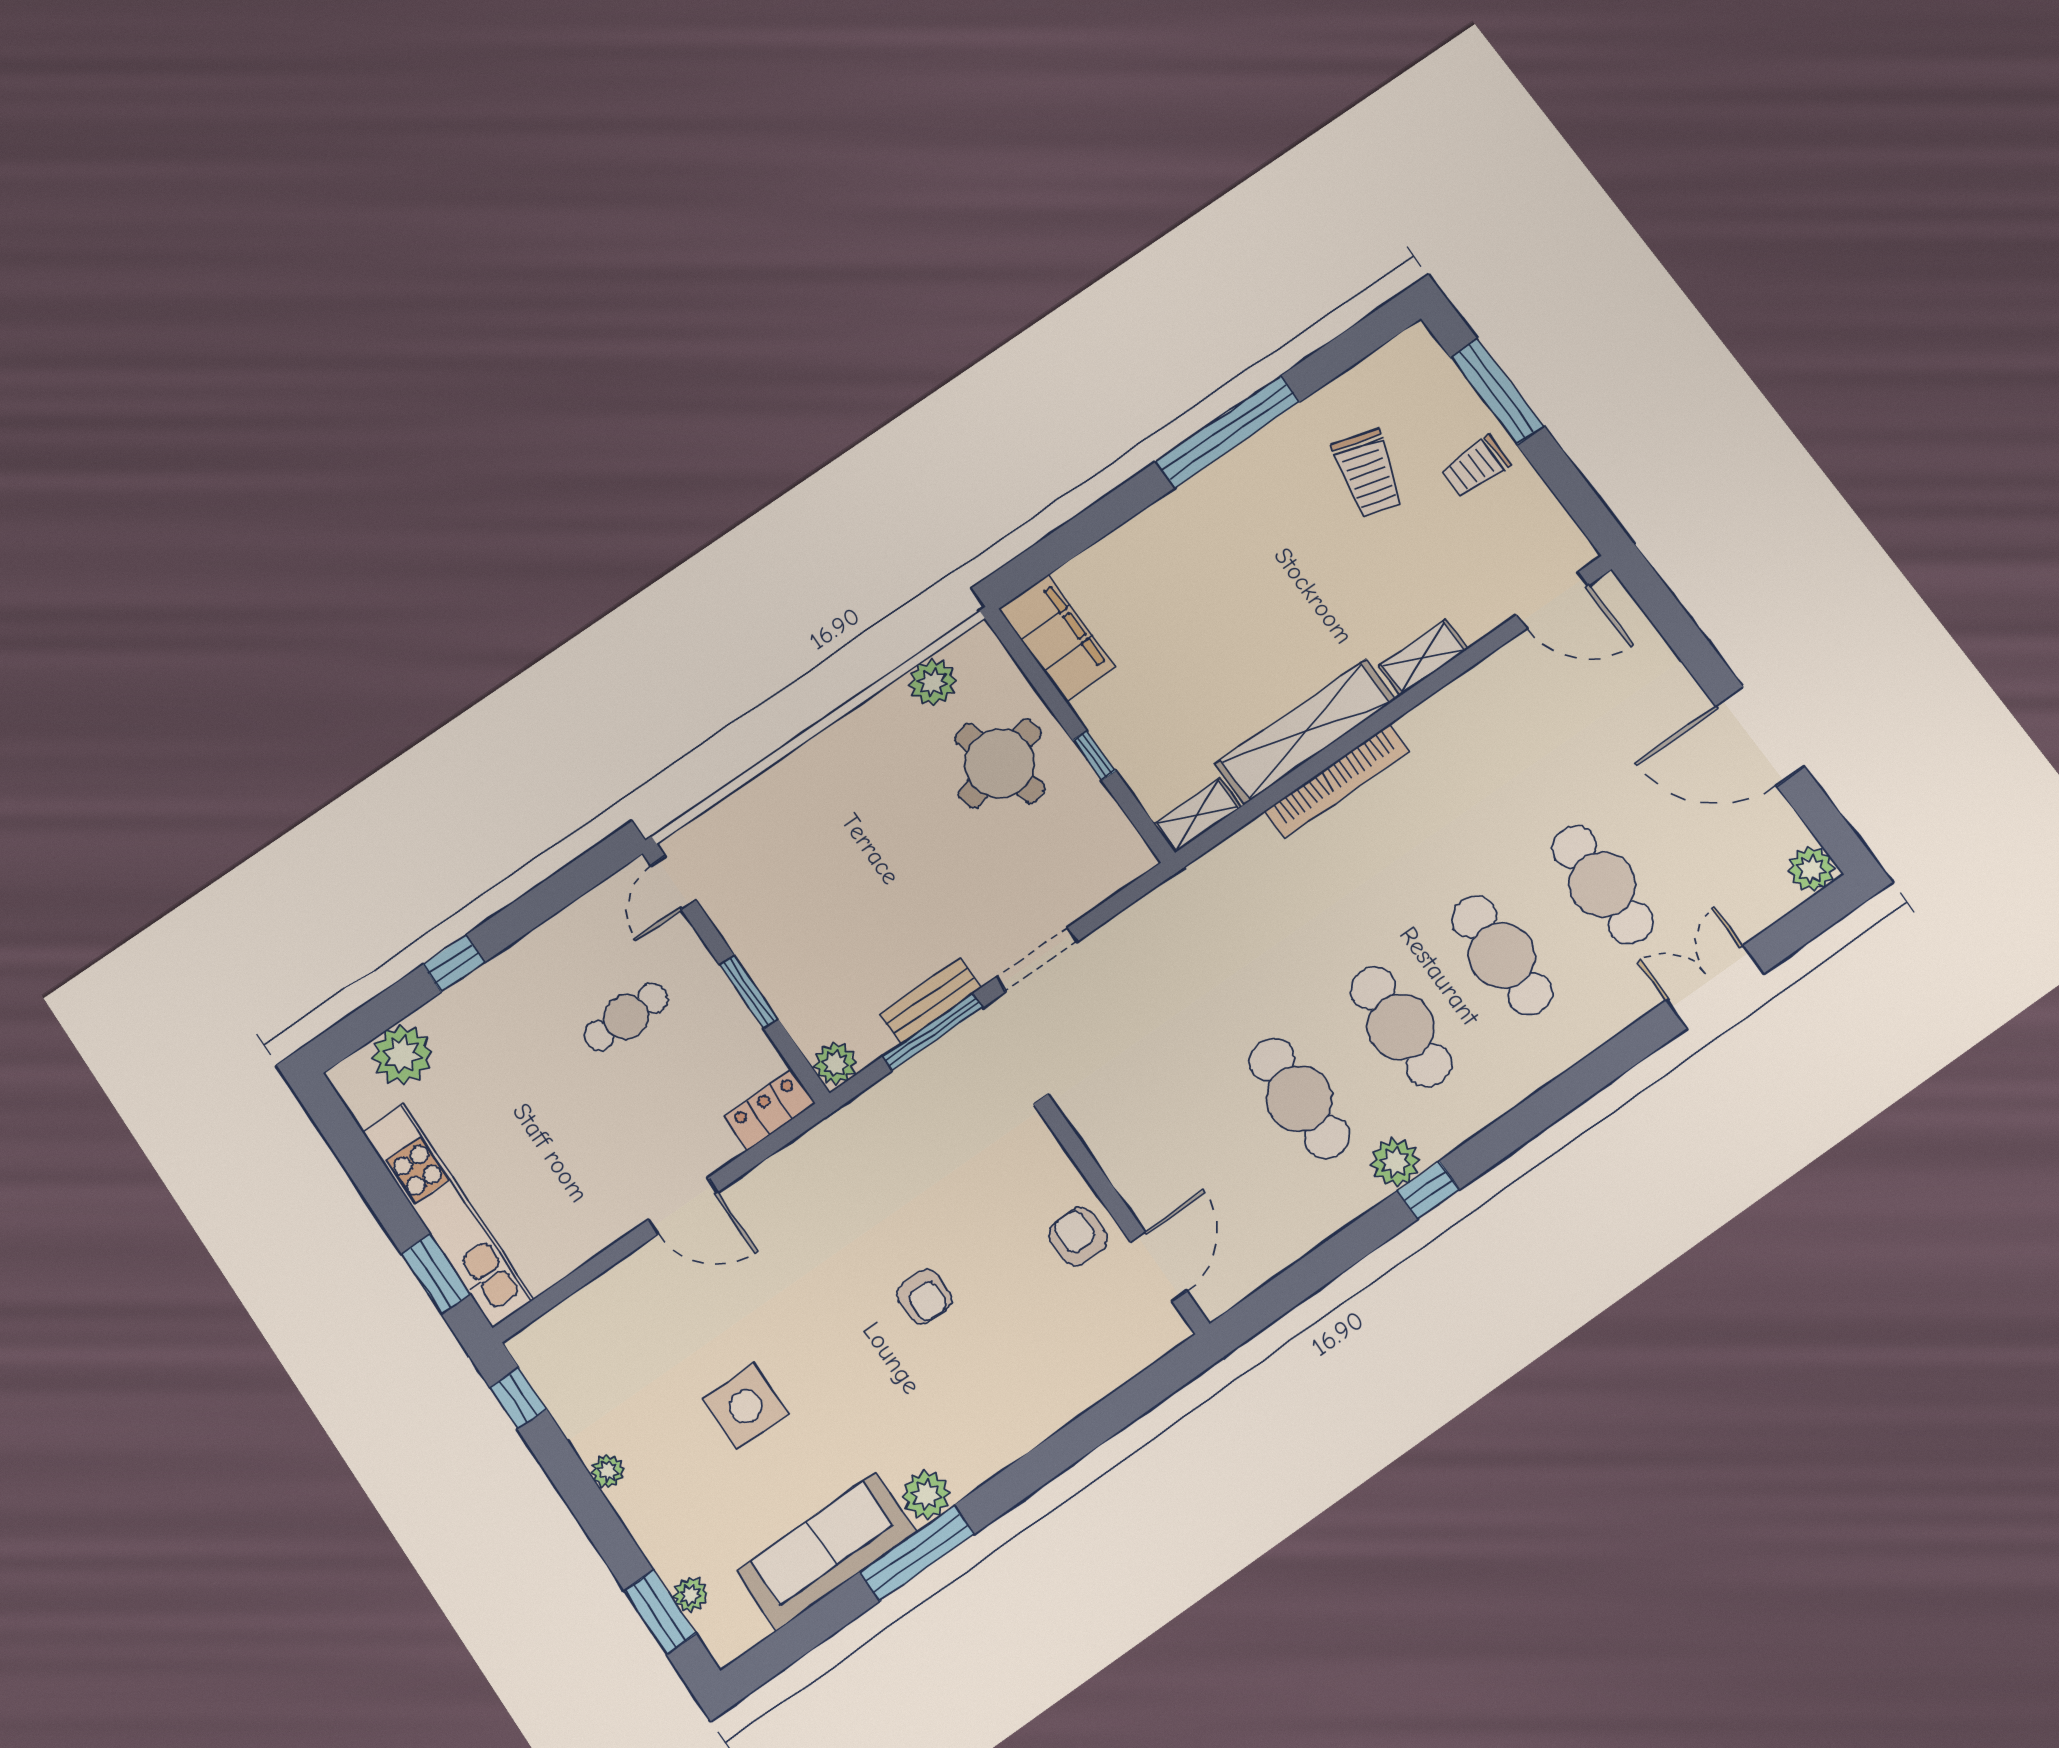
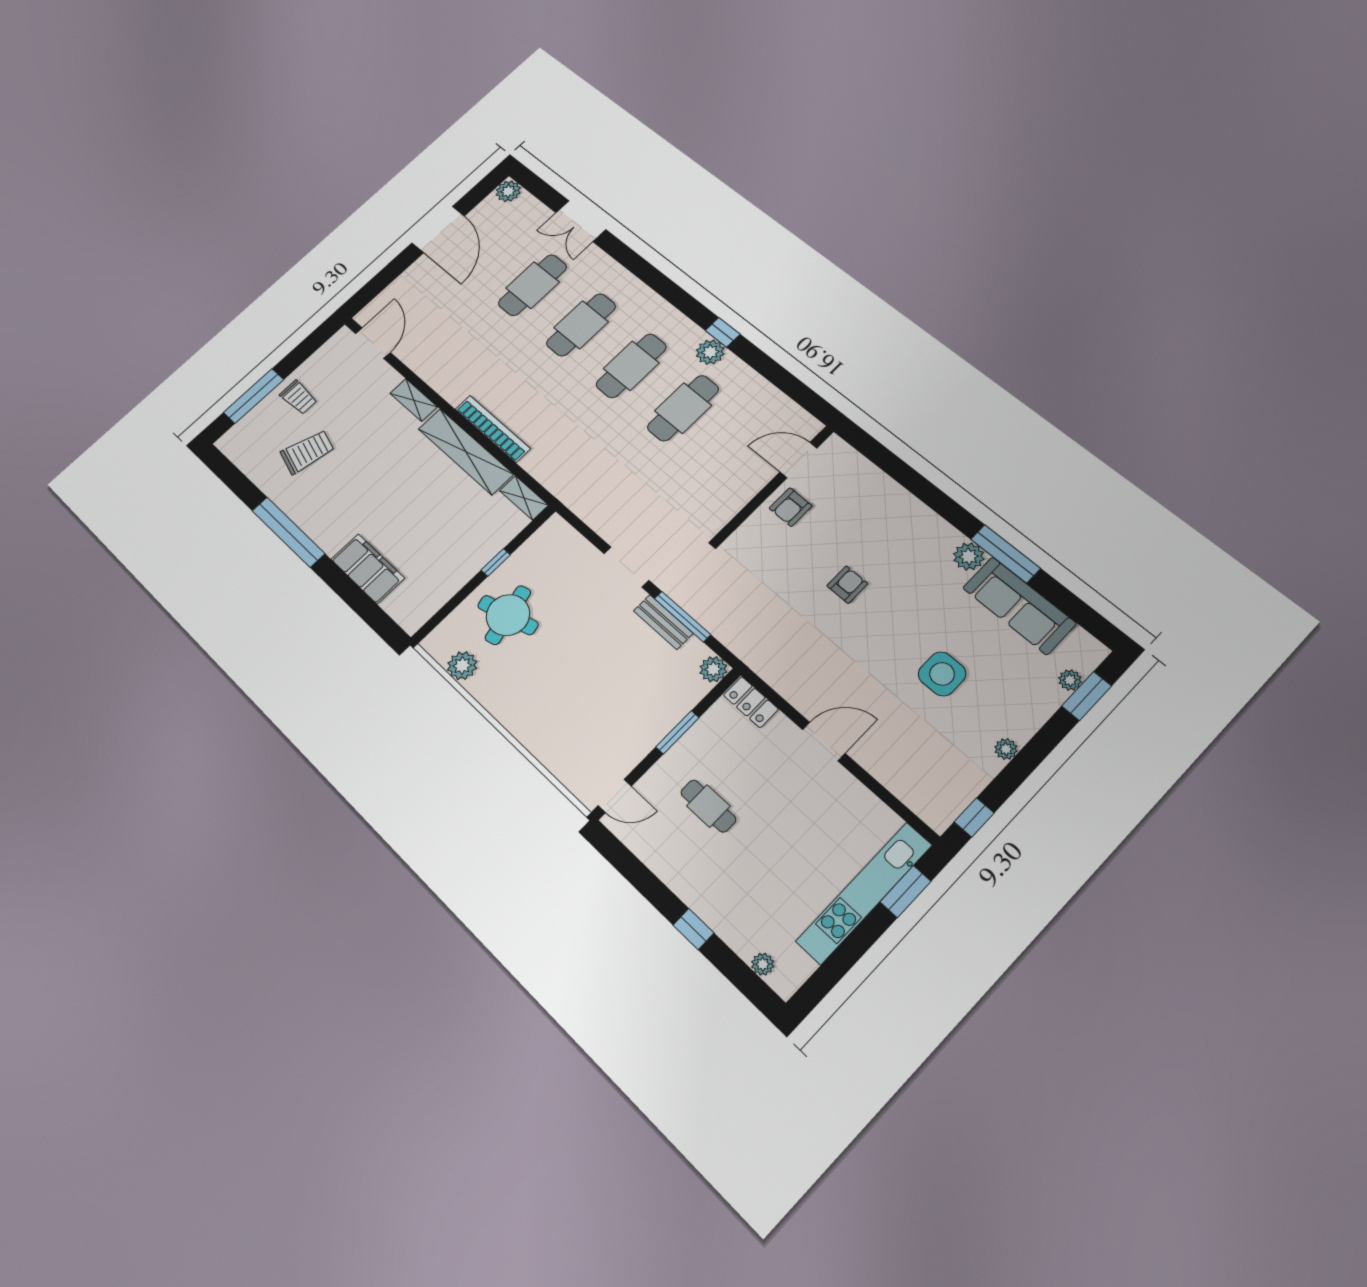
filing cabinet: (1057, 638) -> (368, 569), moved, turned 90
plant: (402, 1055) -> (763, 964), width x0.53, depth x0.53
door: (683, 1206) -> (824, 741), hinge flipped

